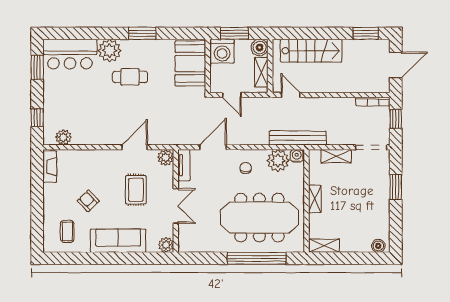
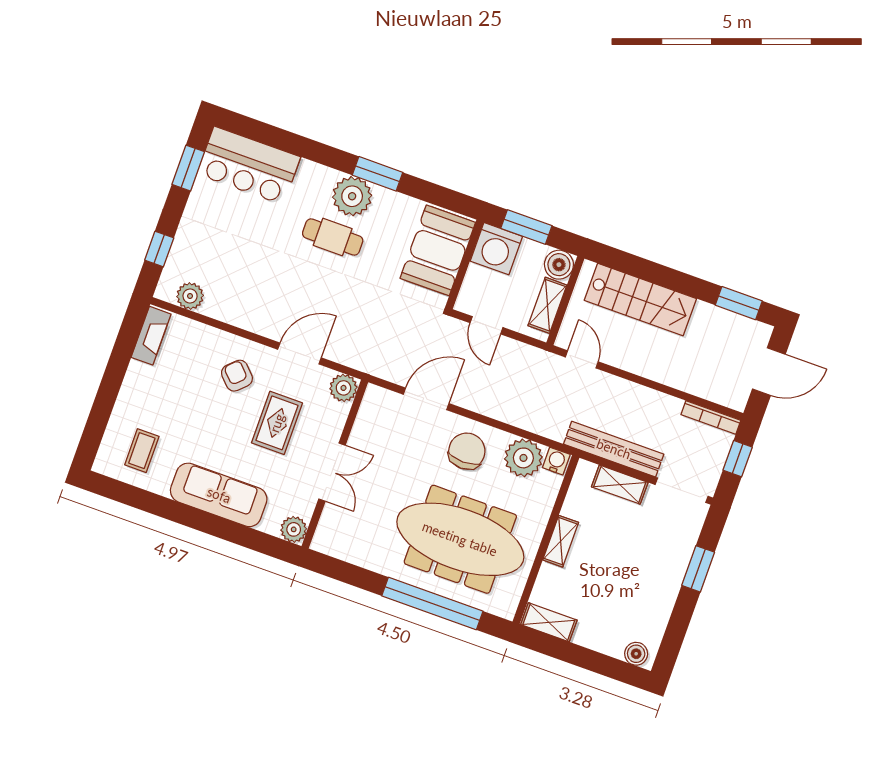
plant: (110, 51) -> (352, 196), moved
bench: (298, 138) -> (614, 449), moved
tv unit: (184, 165) -> (369, 411), removed
chair: (246, 168) -> (467, 451), width x1.87, depth x1.87
armchair: (88, 201) -> (237, 376), moved

